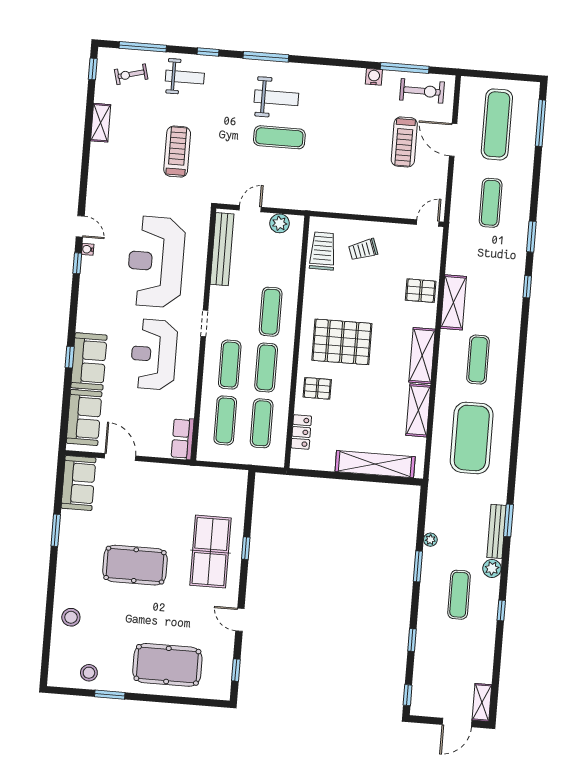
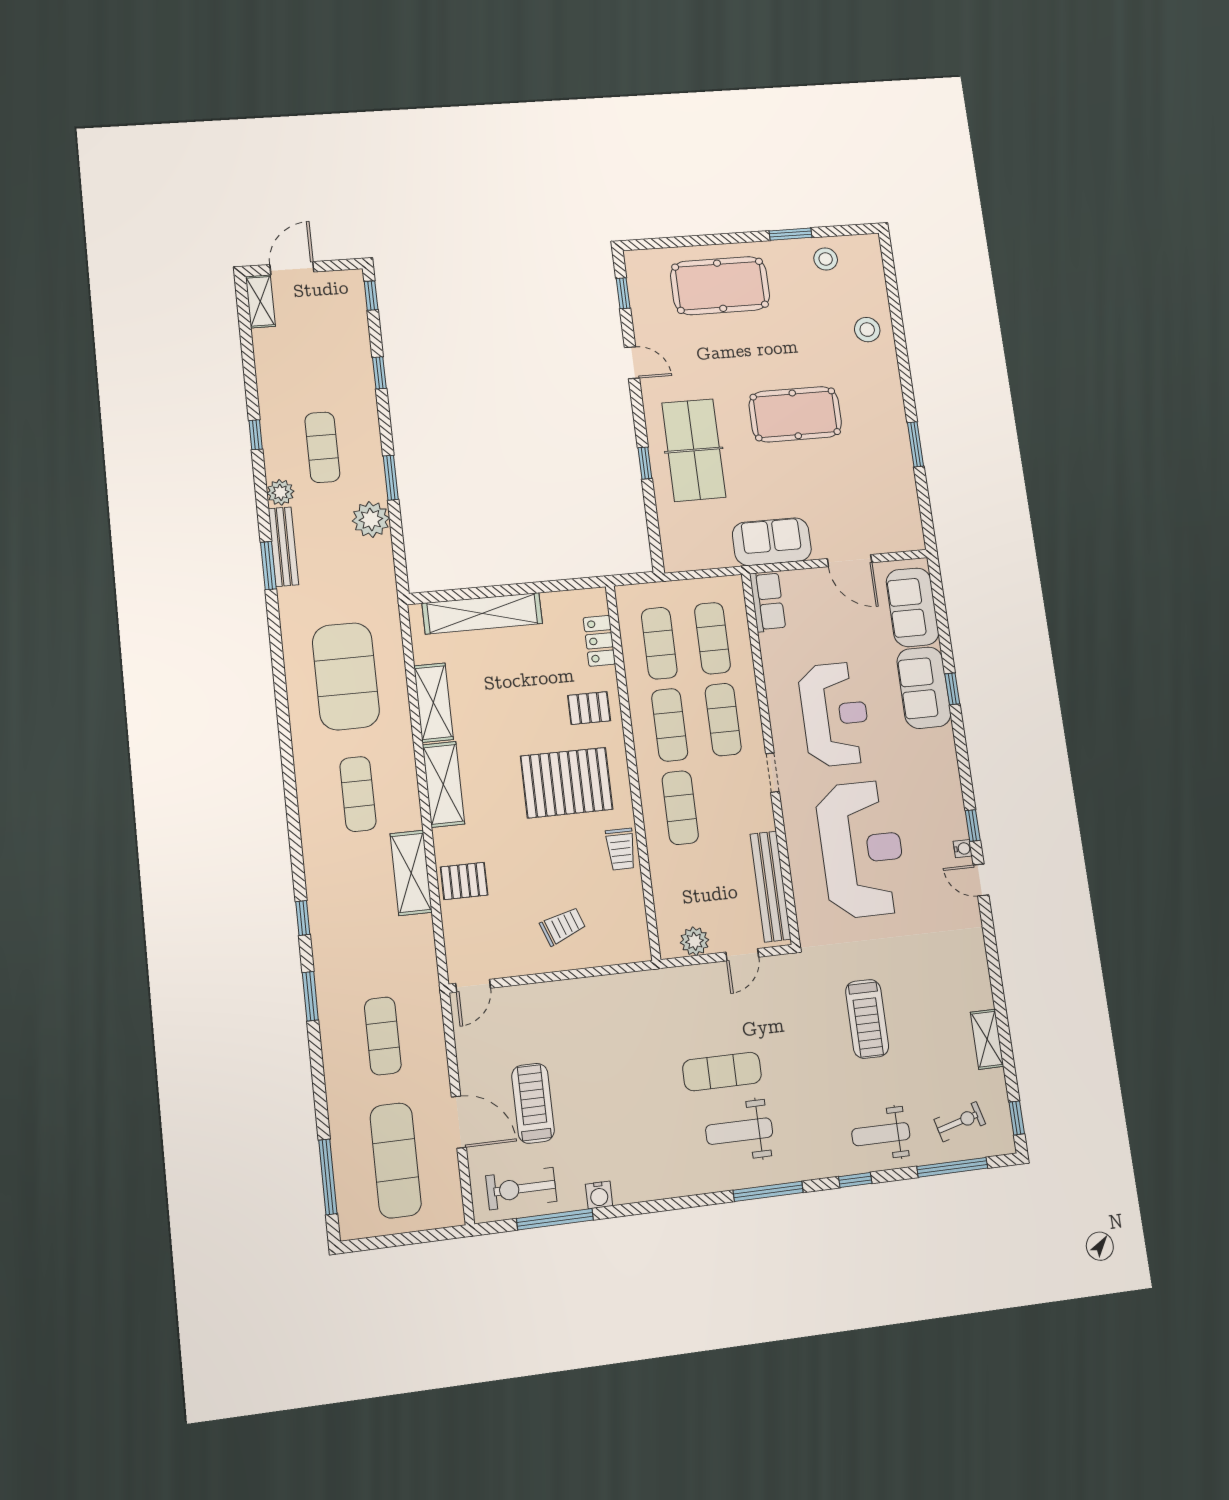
trolley: (323, 251) -> (621, 849), moved, width x0.73, depth x0.72
sofa: (78, 483) -> (772, 542), moved, turned 90
plant: (430, 540) -> (371, 519), width x1.87, depth x1.87

